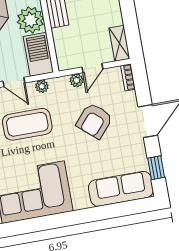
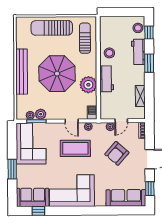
shelving: (119, 43) -> (140, 96), moved
barbecue: (38, 54) -> (92, 113), width x0.53, depth x0.65

